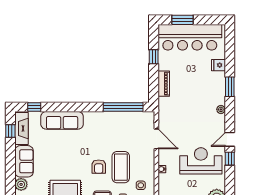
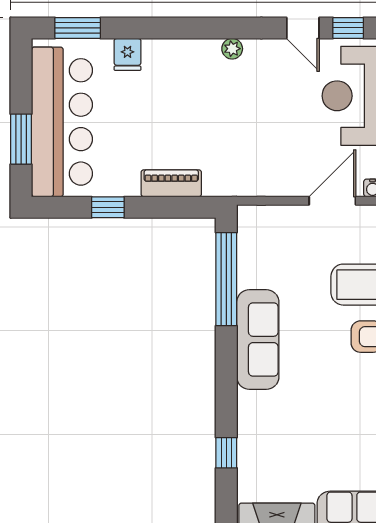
window: (230, 87) -> (78, 28), moved
window: (34, 107) -> (226, 453), moved
sofa: (62, 120) -> (258, 339), moved
door: (156, 139) -> (332, 201), moved

